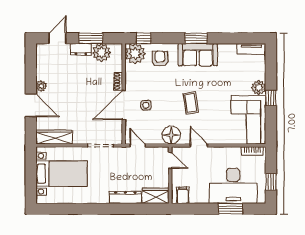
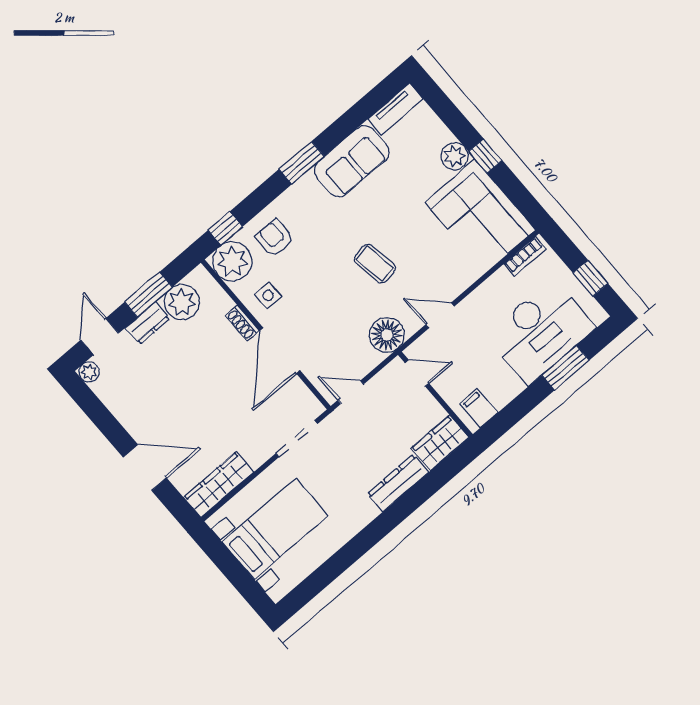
sofa: (198, 55) -> (352, 161), moved
plant: (41, 86) -> (89, 372), moved
side table: (146, 105) -> (268, 296), moved

